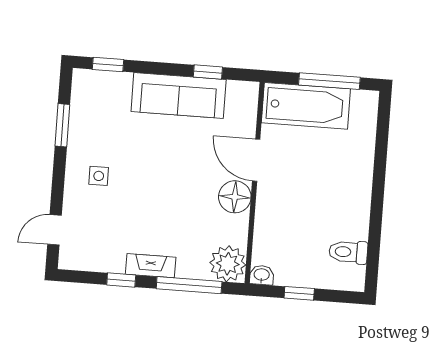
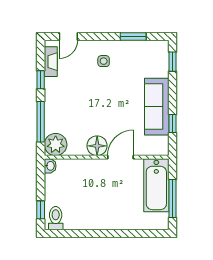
door: (55, 230) -> (68, 36), swing flipped
toilet: (348, 252) -> (56, 218), moved
fireplace: (151, 266) -> (51, 62), moved
window: (299, 293) -> (41, 210), moved

